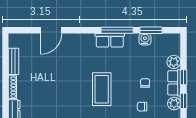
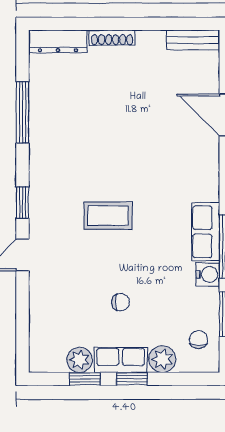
water cooler: (145, 39) -> (208, 274), moved
bench: (13, 61) -> (193, 40), moved
coffee table: (102, 89) -> (108, 216), width x0.73, depth x0.76
chair: (142, 107) -> (198, 340), moved

